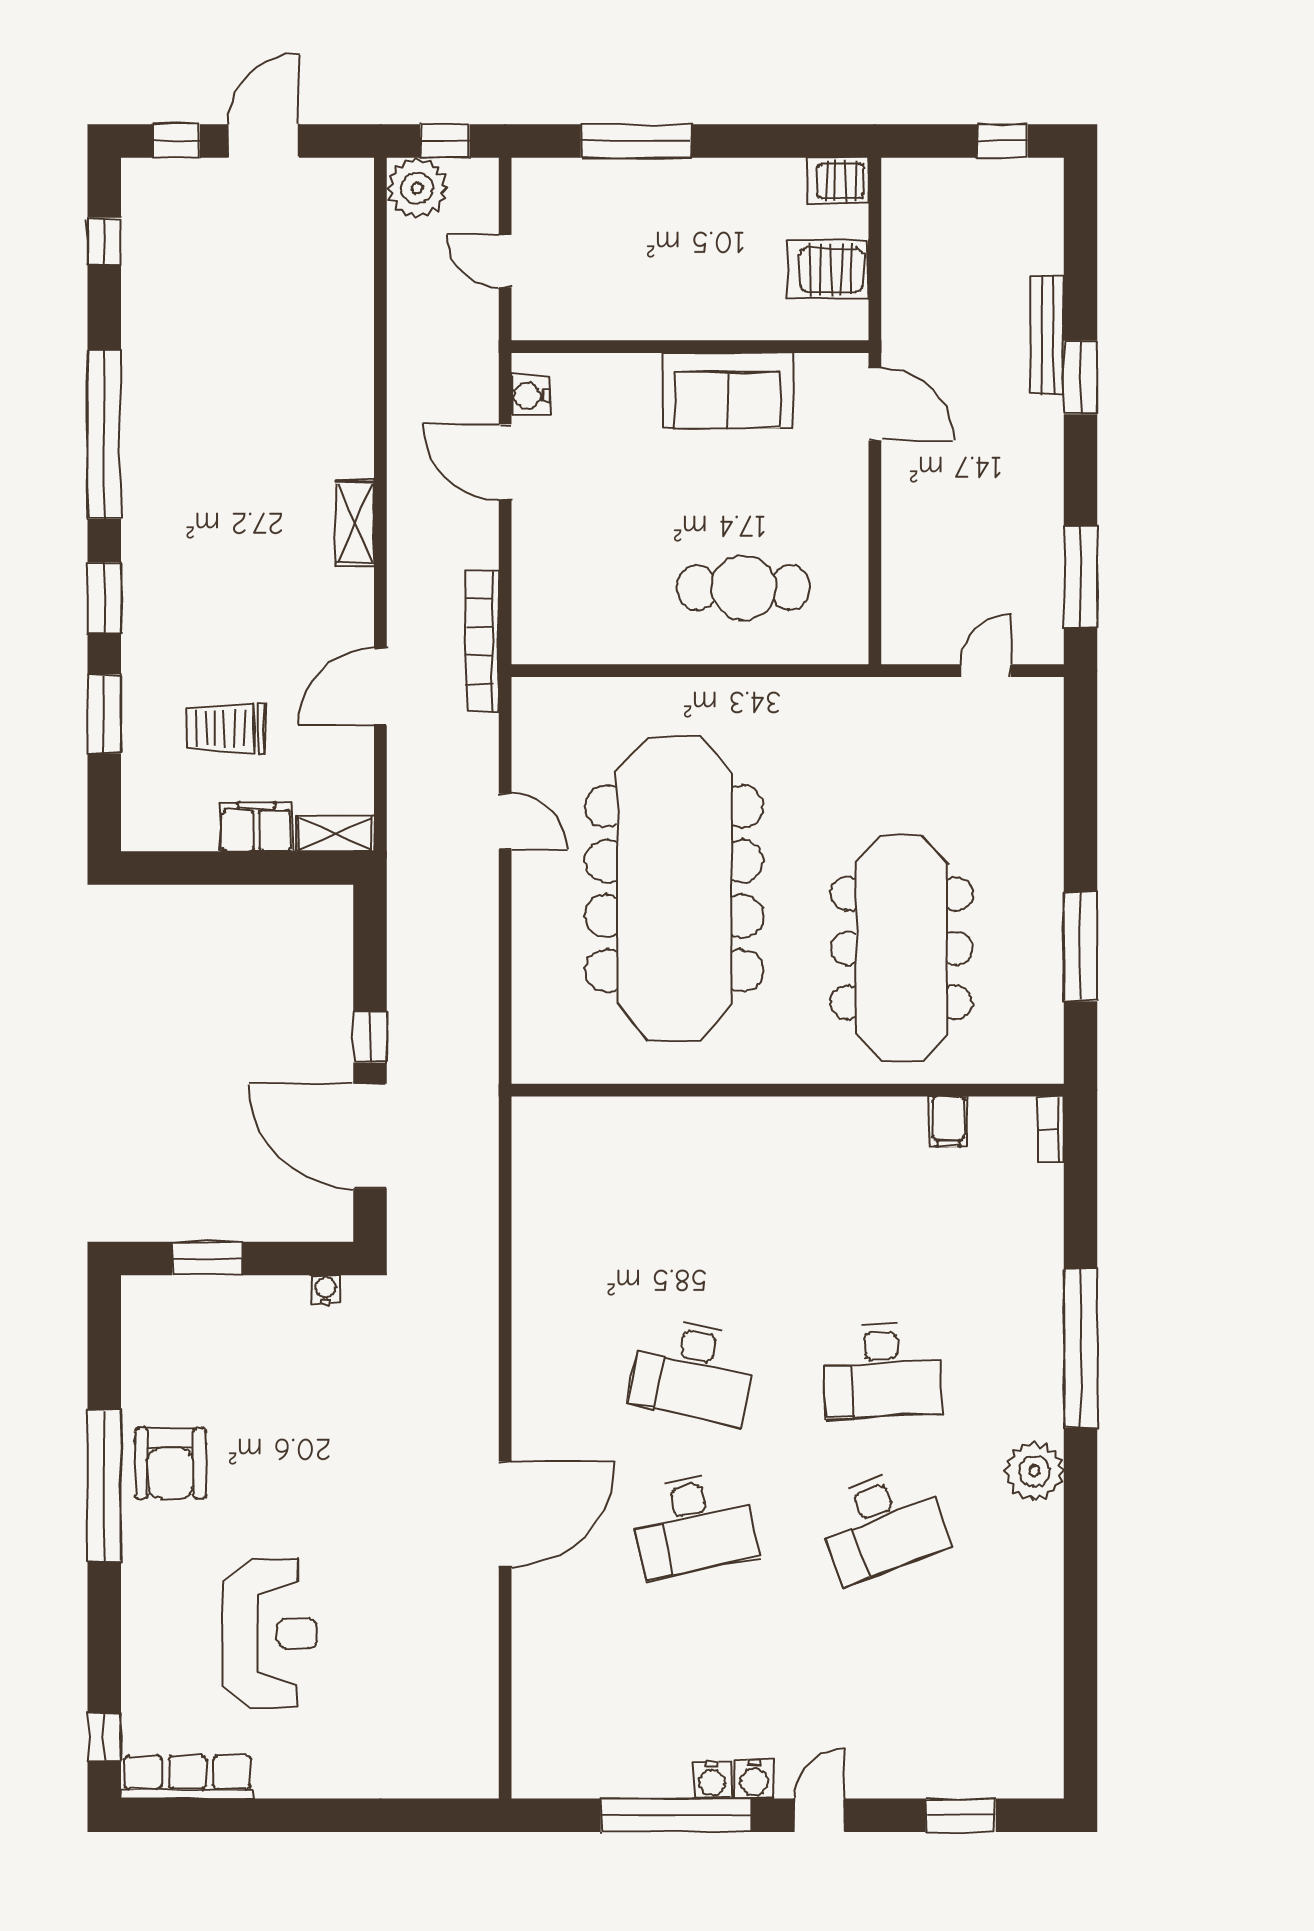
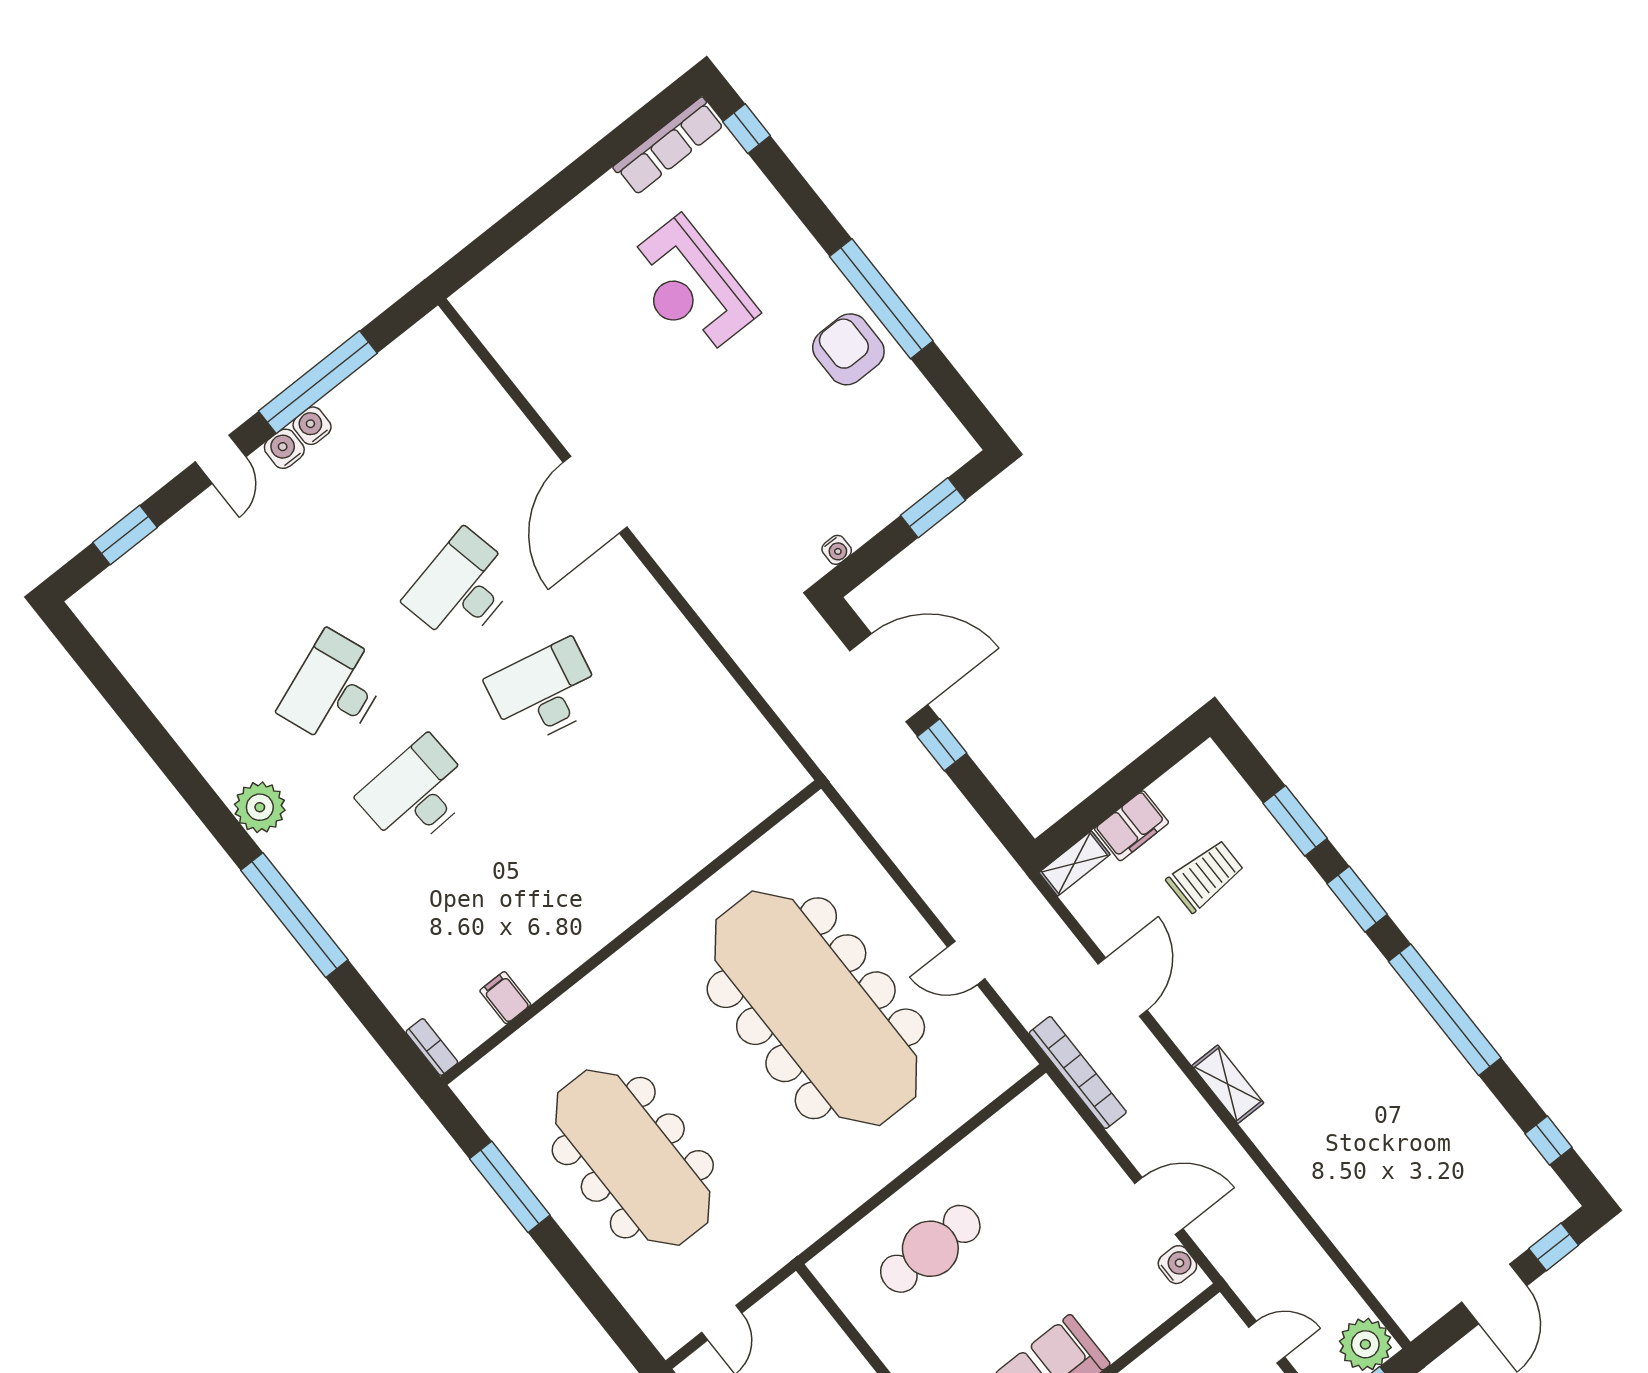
meeting table: (902, 948) -> (633, 1158), moved

